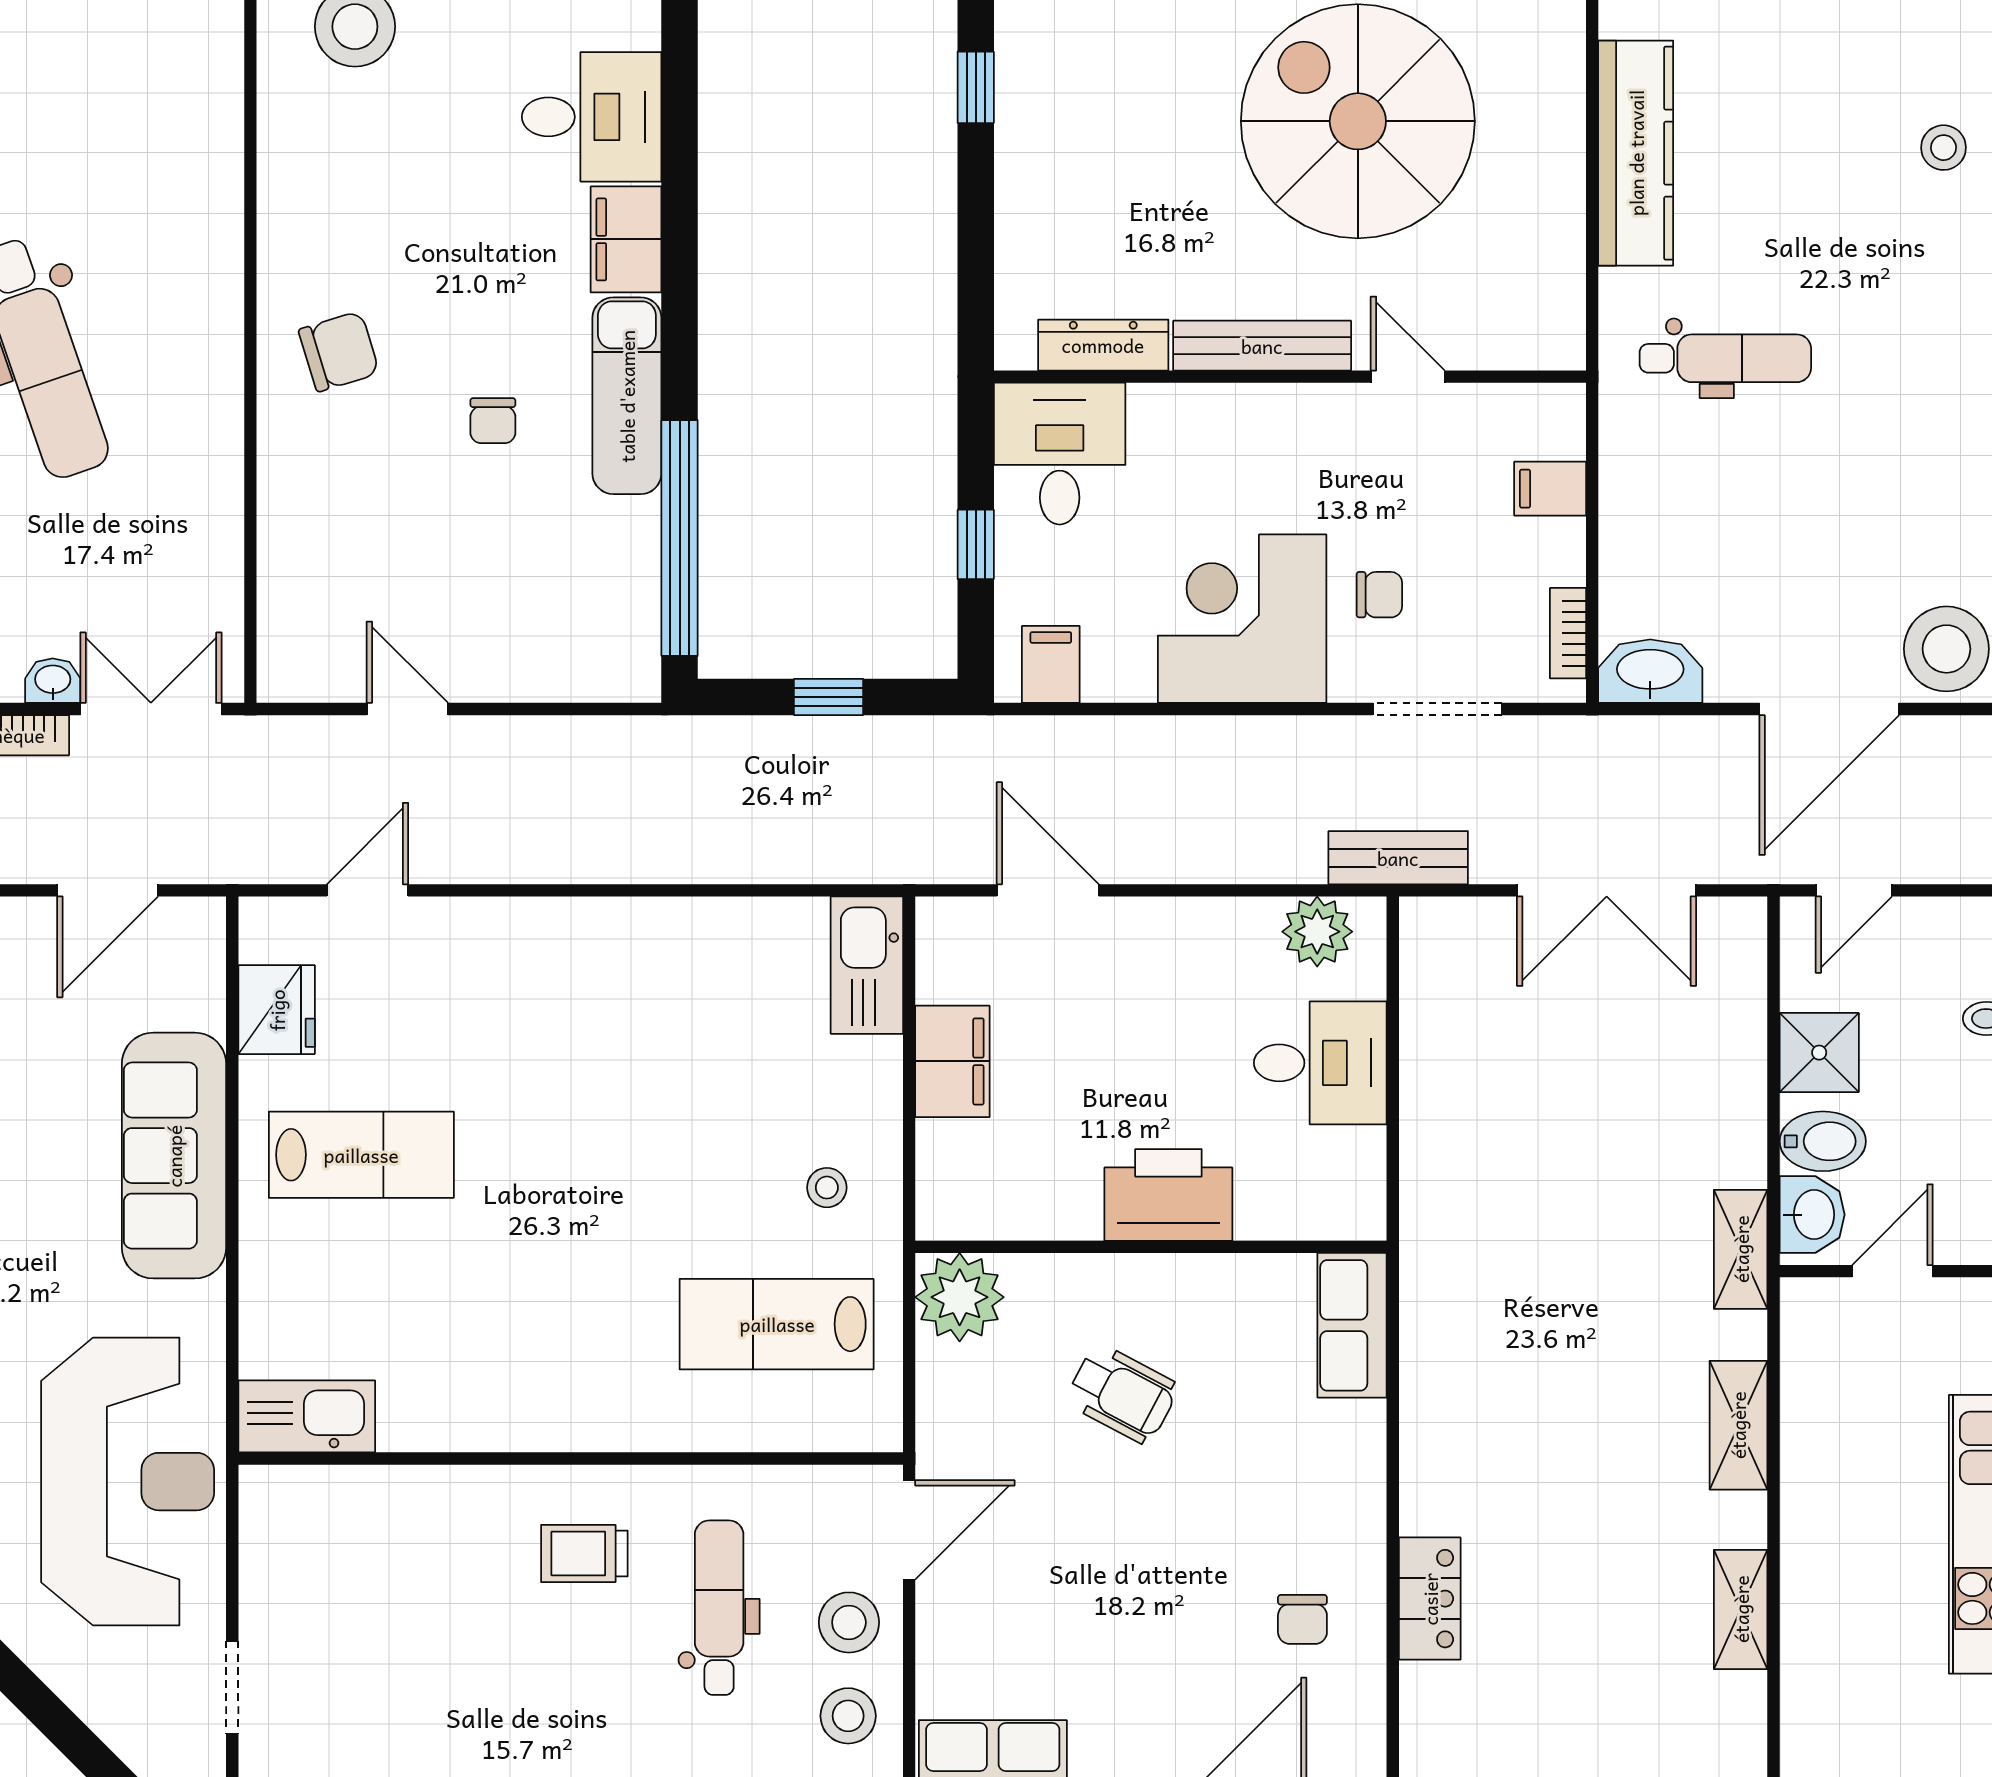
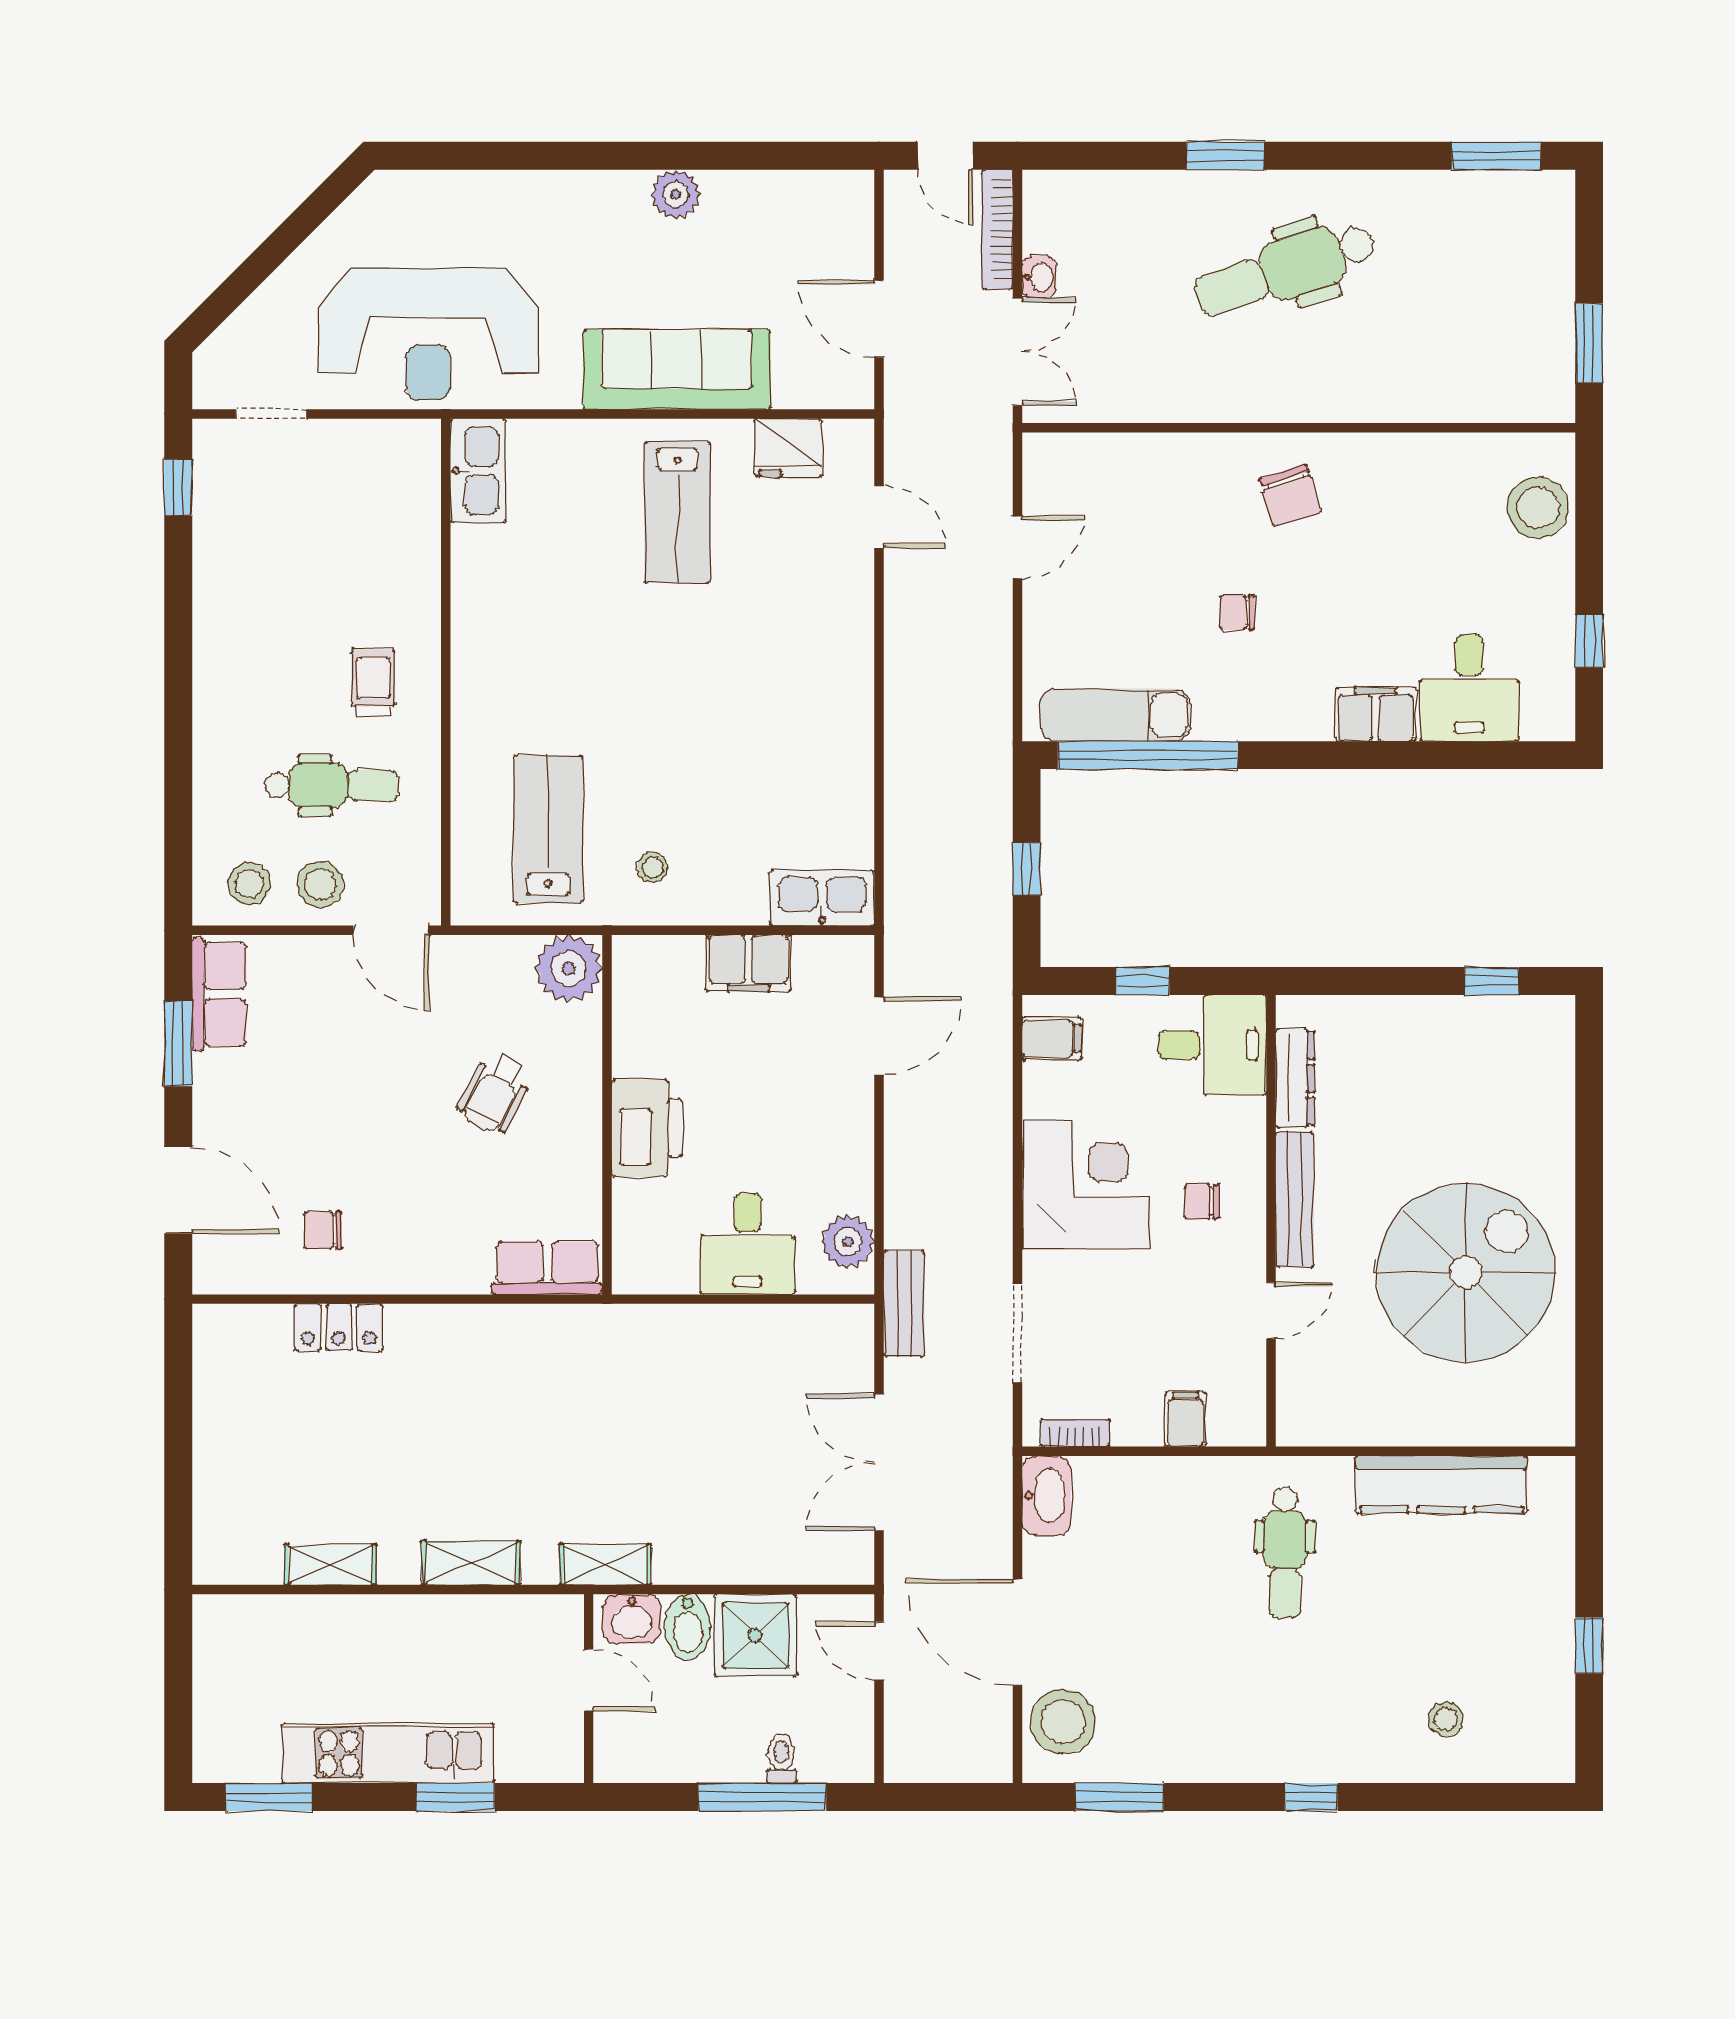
exam couch: (627, 396) -> (1115, 715), moved
chair: (1379, 595) -> (1202, 1202), moved, turned 90
shower: (1819, 1053) -> (755, 1635), width x1.36, depth x1.36

